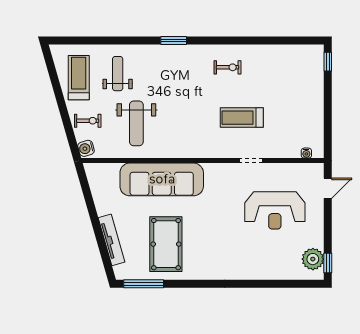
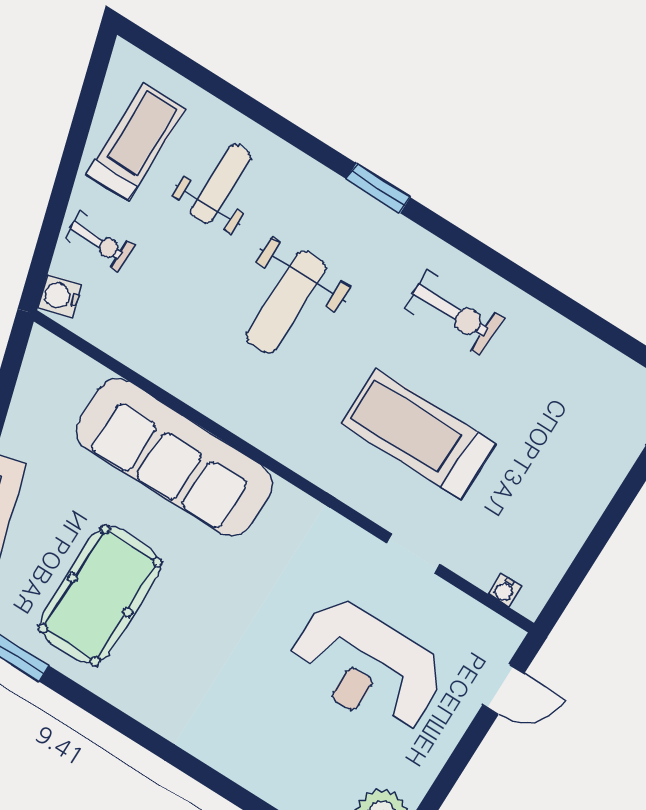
exercise bike: (228, 67) -> (454, 313), width x1.38, depth x1.39
treadmill: (242, 118) -> (418, 434), width x1.37, depth x1.38
weight bench: (136, 123) -> (286, 302), moved
doorway: (251, 161) -> (413, 554), moved

